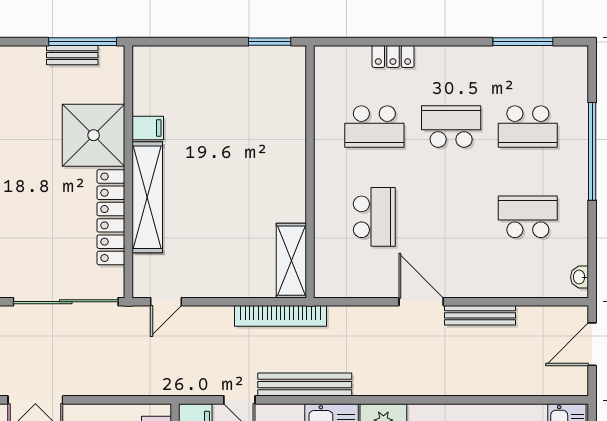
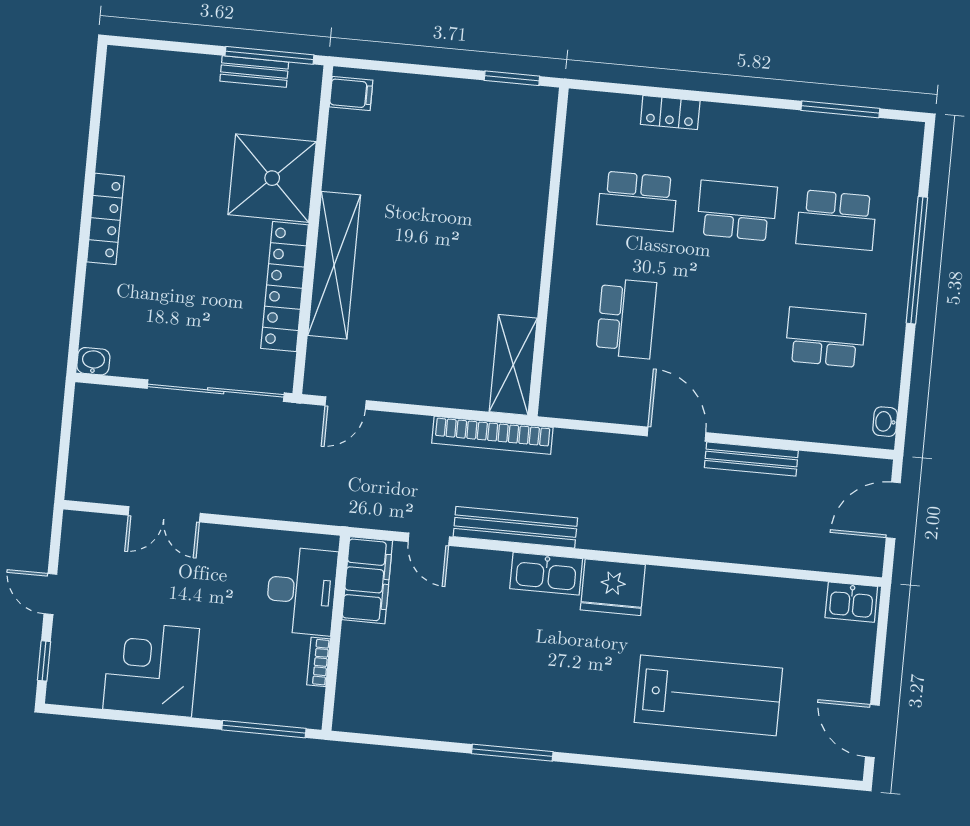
filing cabinet: (148, 128) -> (351, 93), moved

